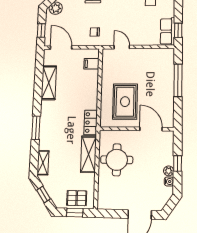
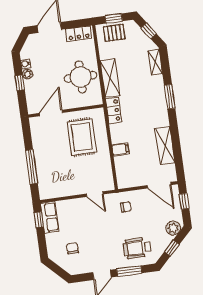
filing cabinet: (91, 64) -> (120, 149), moved
door: (151, 129) -> (51, 113), swing flipped
locker: (112, 203) -> (79, 34), added

